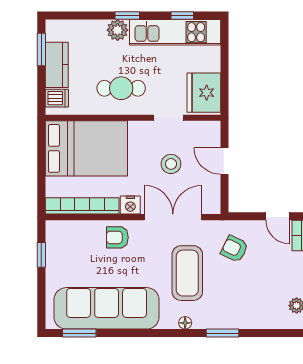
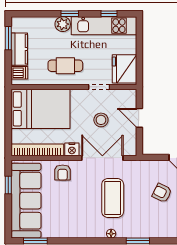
armchair: (117, 237) -> (63, 172), turned -90
armchair: (234, 249) -> (162, 193), moved
sofa: (107, 308) -> (26, 201), moved, turned 90

